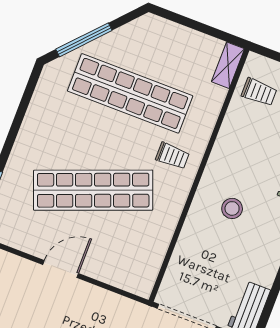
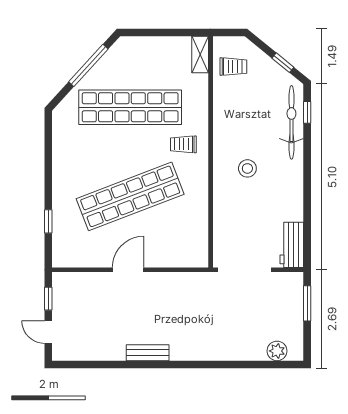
window: (84, 40) -> (88, 65), moved
trolley: (172, 156) -> (183, 144), turned 180

